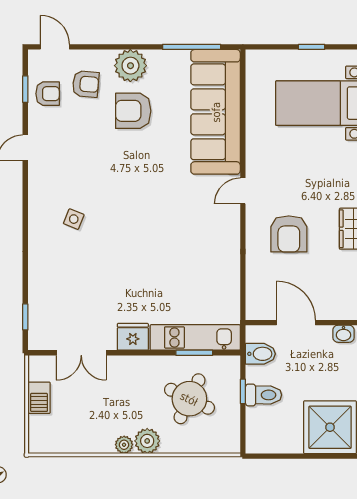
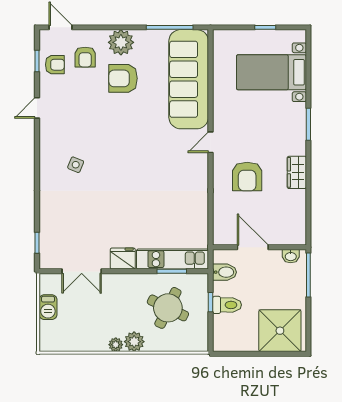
armchair: (86, 84) -> (85, 57), turned 85

